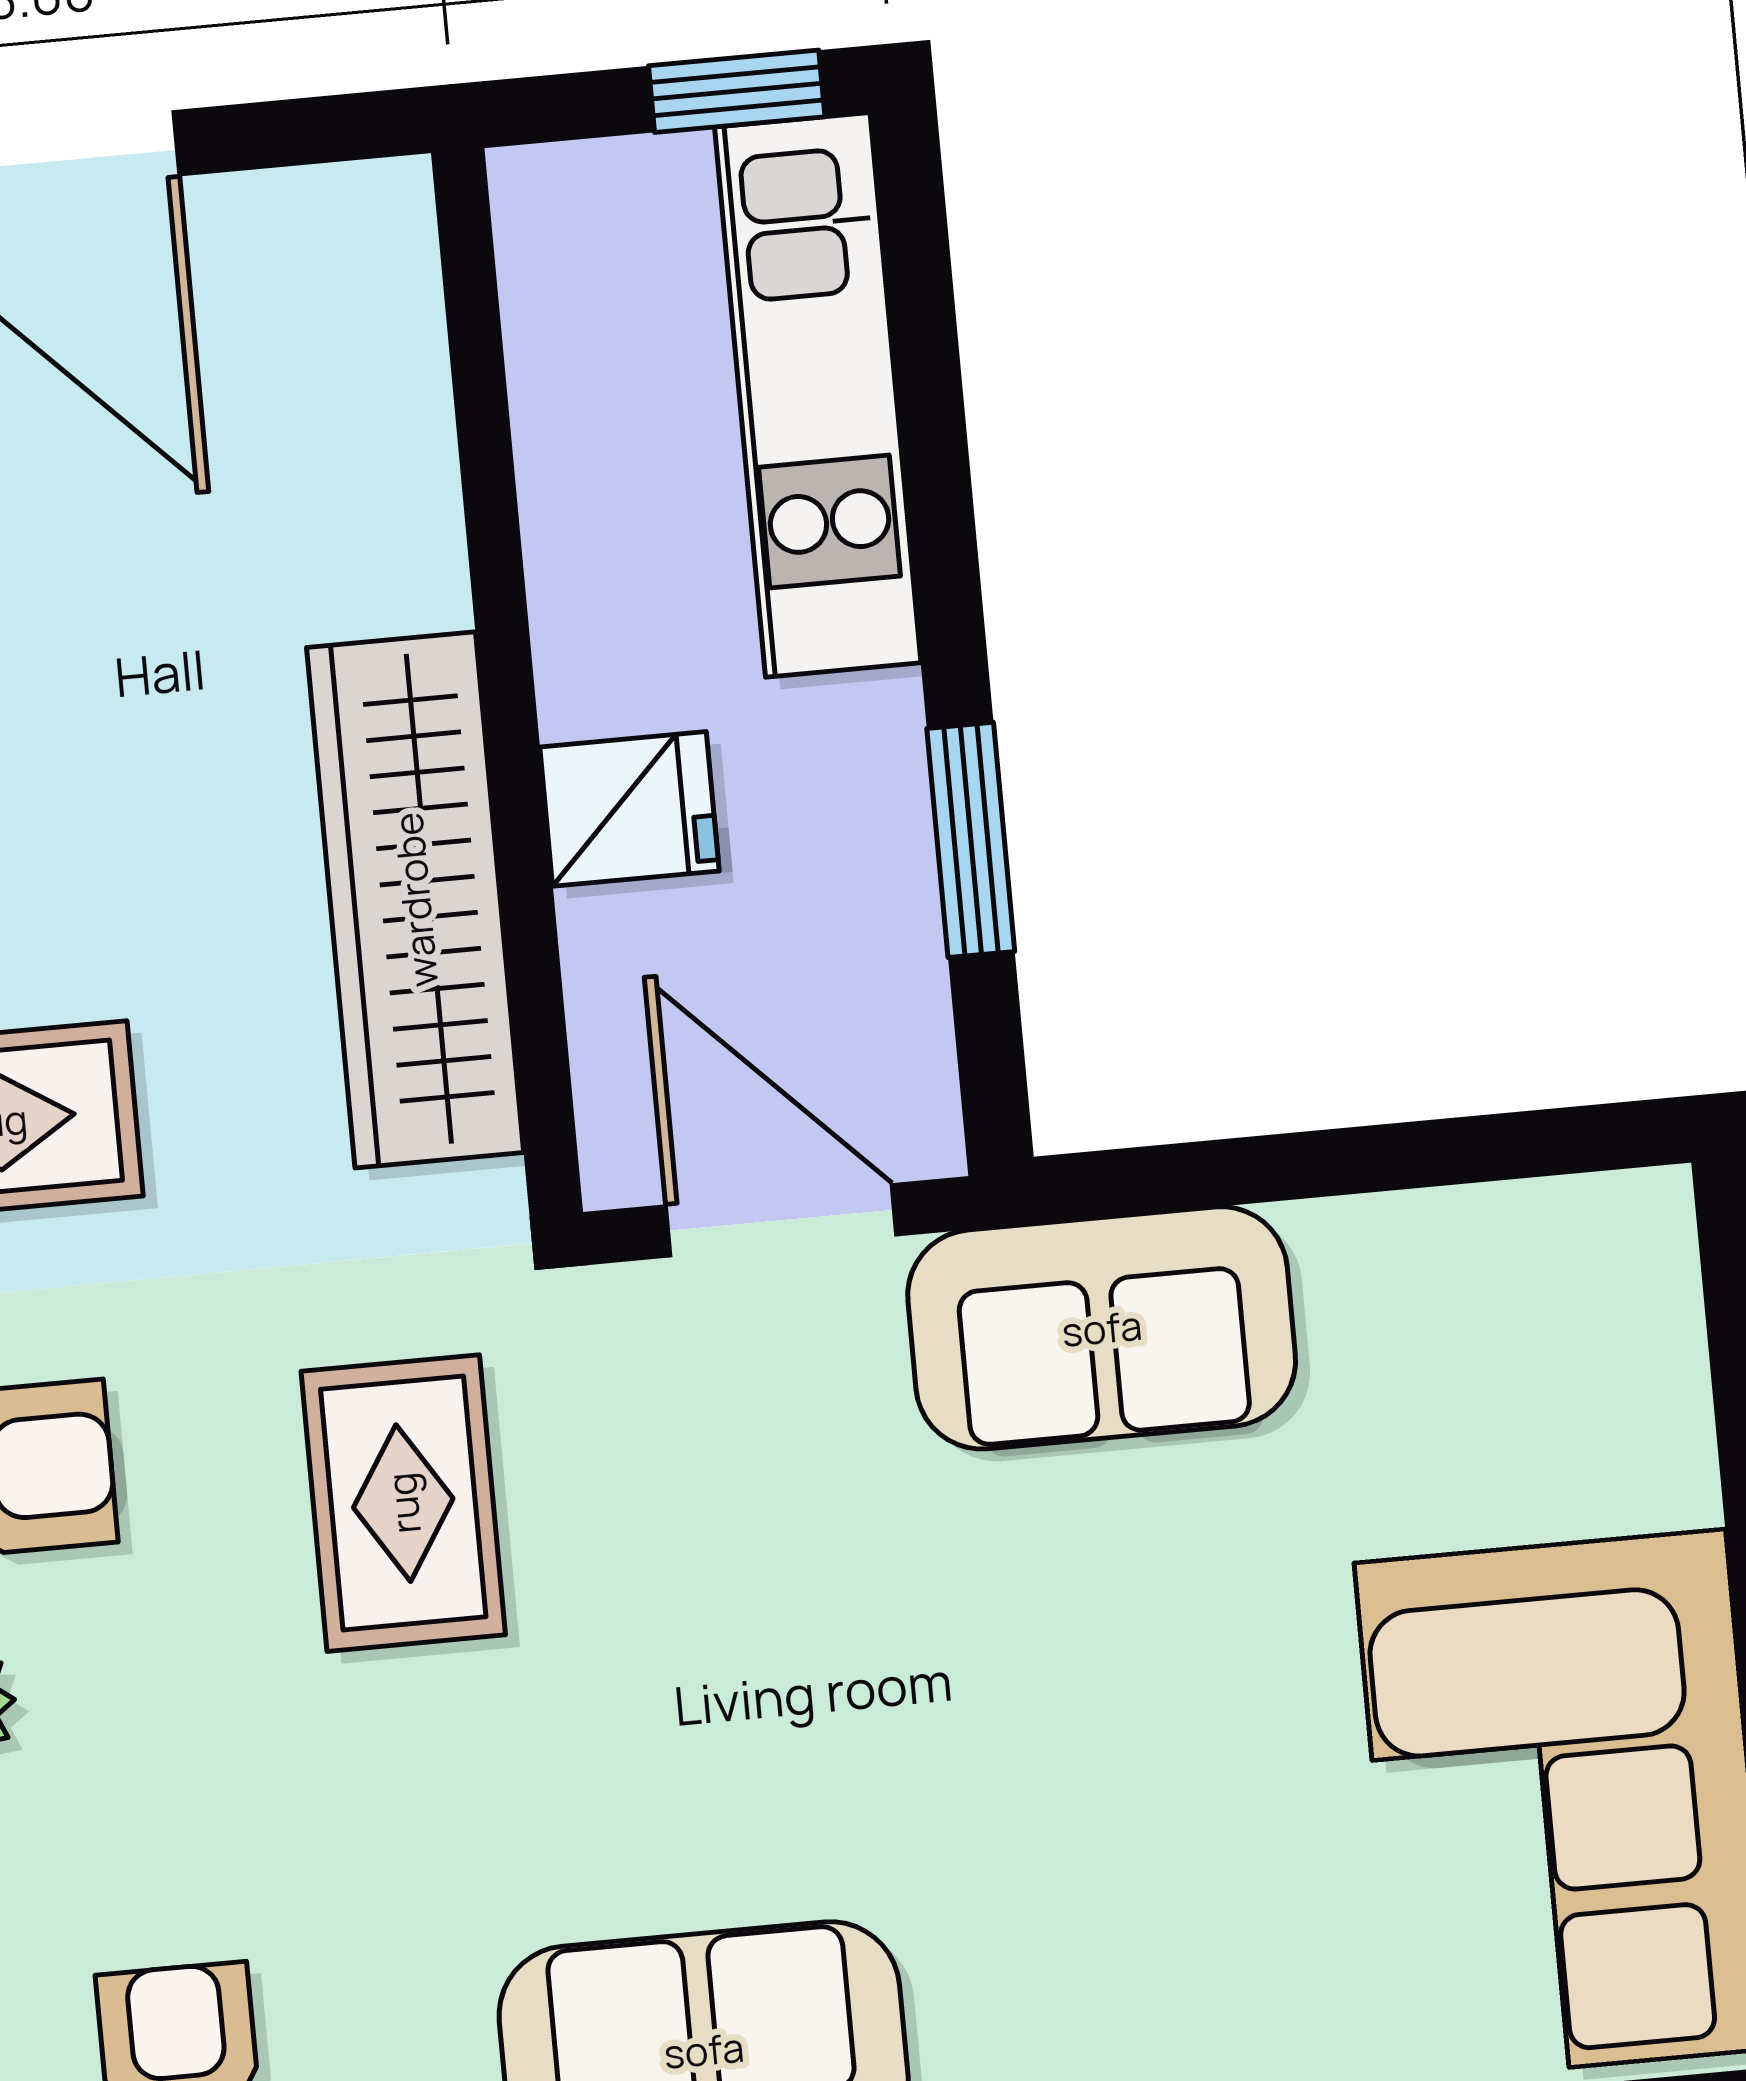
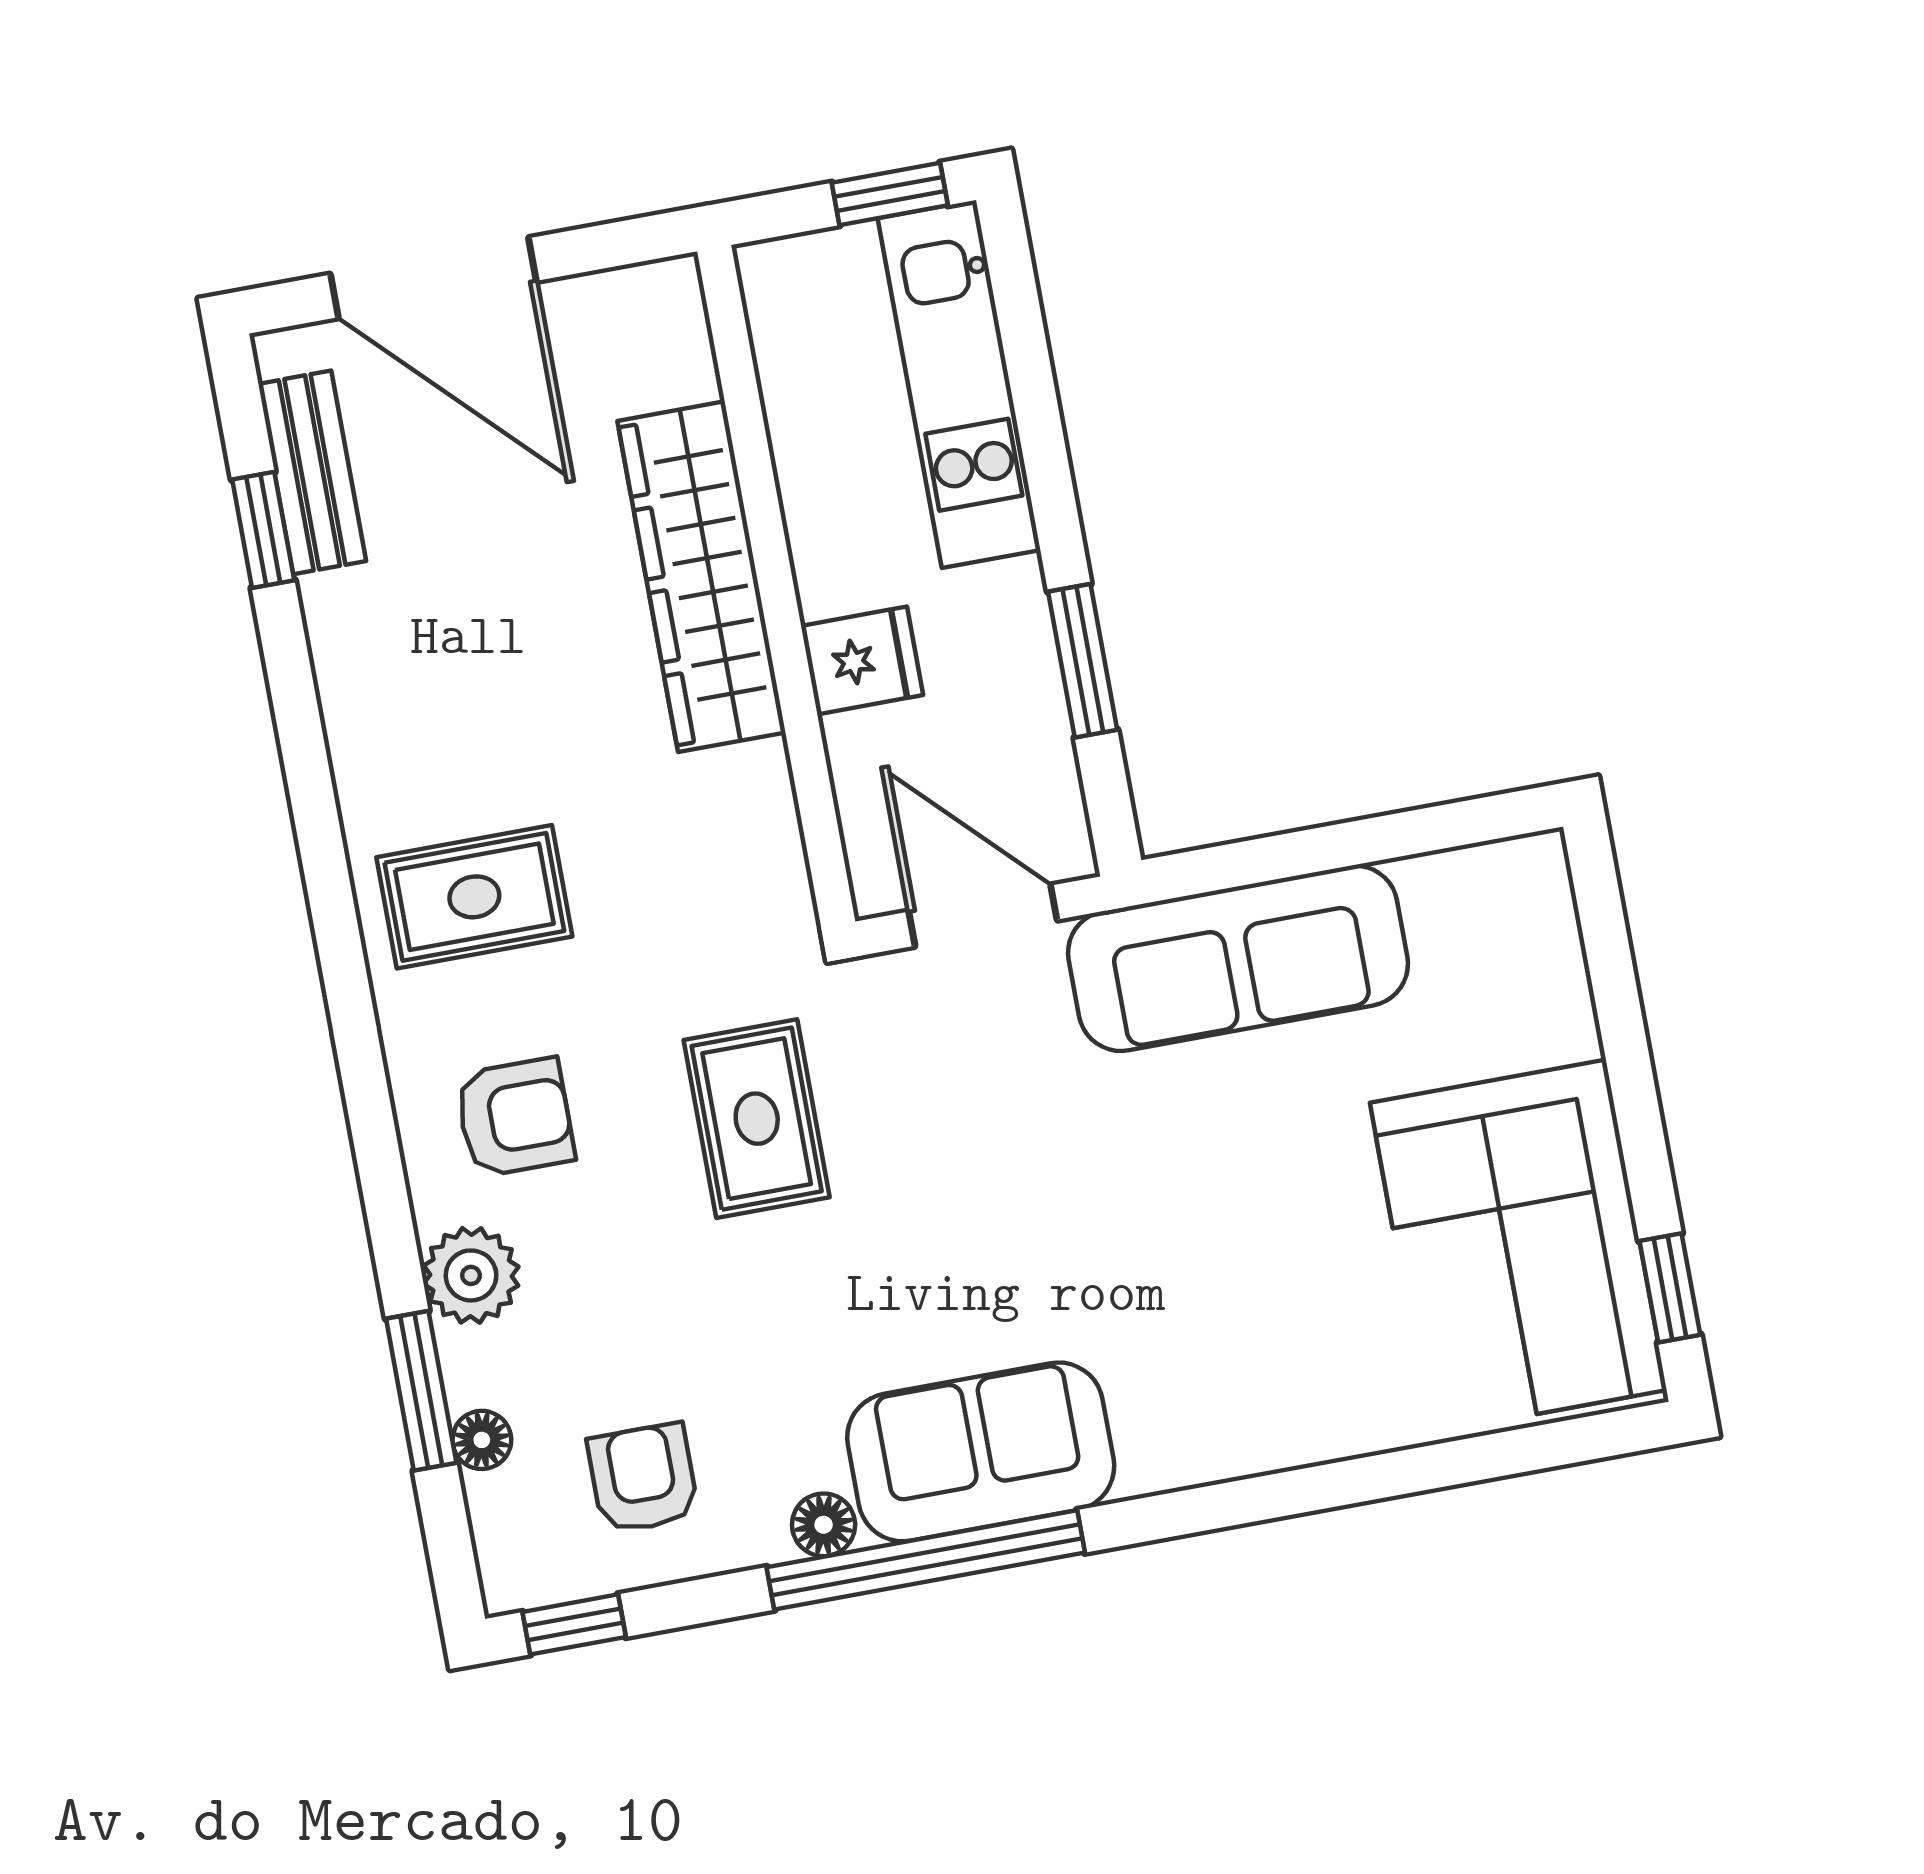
wardrobe: (415, 900) -> (701, 577), moved
sofa: (1102, 1328) -> (1238, 958), width x1.36

